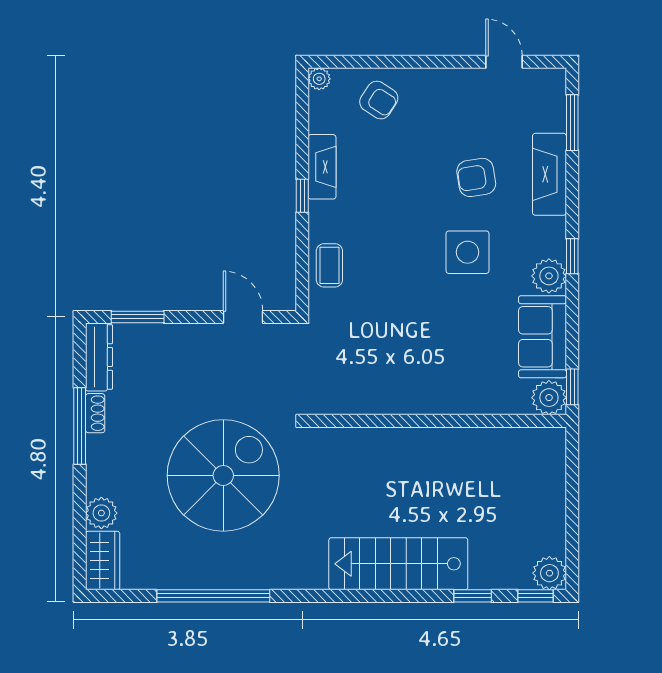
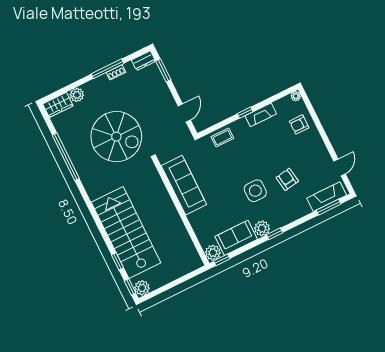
armchair: (379, 100) -> (299, 124), turned 57
fireplace: (549, 174) -> (327, 197), moved
dresser: (99, 357) -> (144, 61), width x0.70
sofa: (386, 389) -> (184, 185), added
stairs: (398, 564) -> (126, 233), width x1.36, depth x1.51

